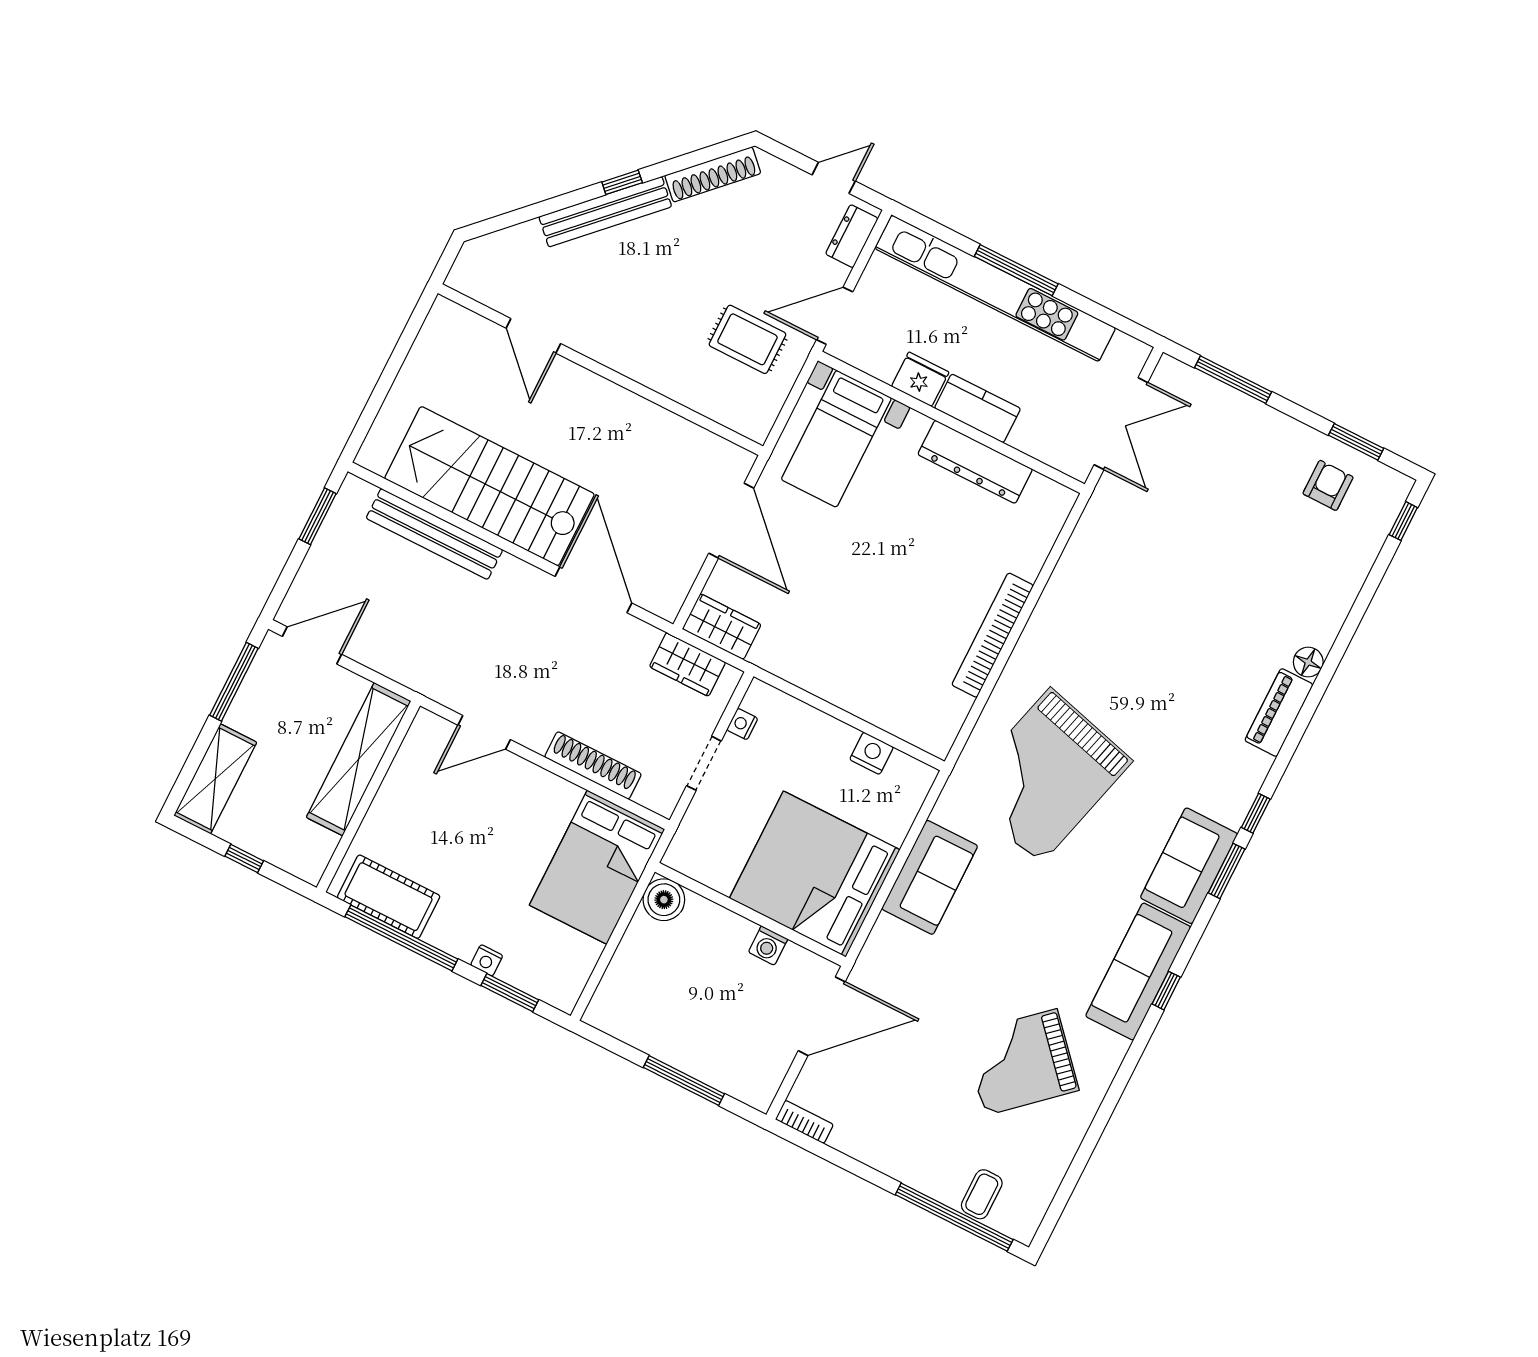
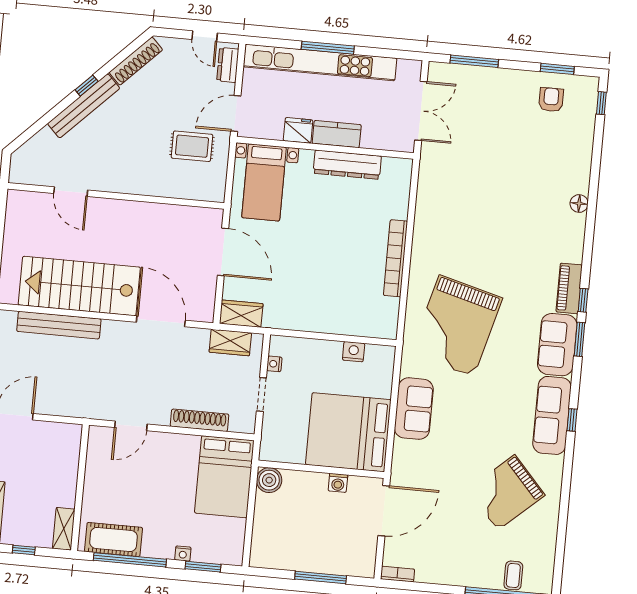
door: (834, 178) -> (205, 36), swing flipped
piano: (1279, 712) -> (569, 288), moved
shelving: (359, 759) -> (64, 529), moved, width x0.45, depth x0.75

